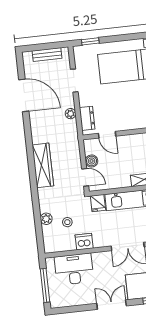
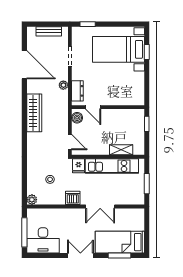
boiler: (92, 161) -> (77, 118), moved
wardrobe: (43, 165) -> (34, 113), moved
plant: (46, 219) -> (32, 200), moved
dishwasher: (84, 242) -> (73, 198), moved
desk: (74, 269) -> (43, 240), moved, turned 180

